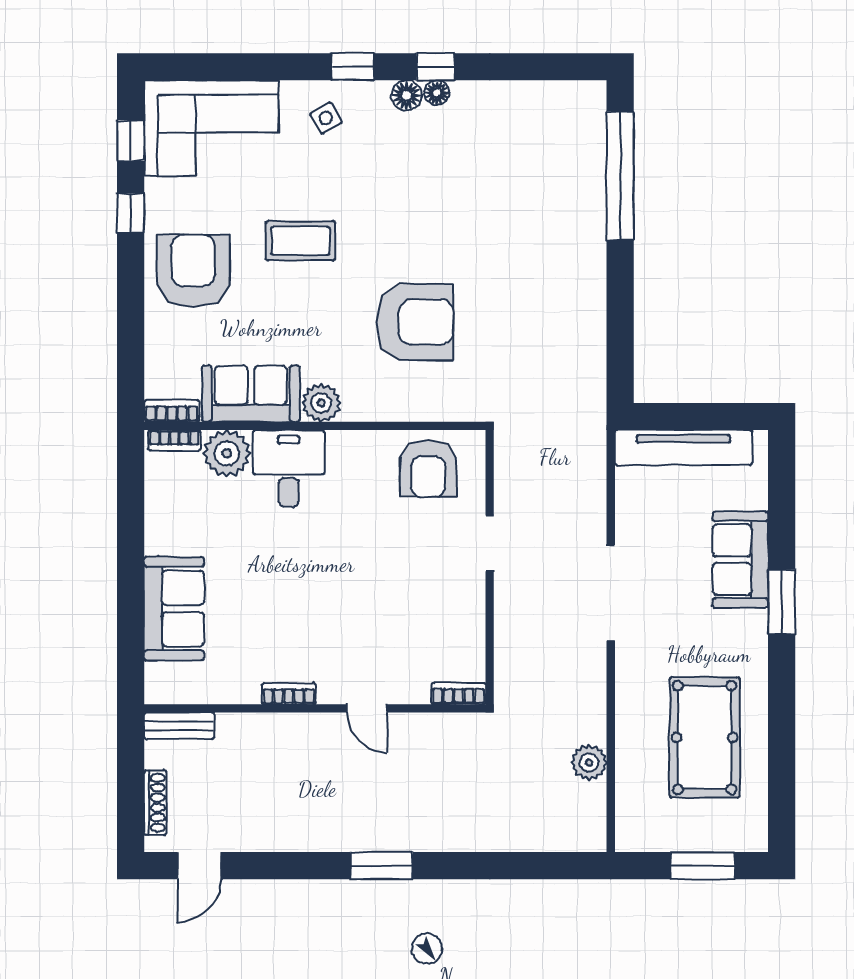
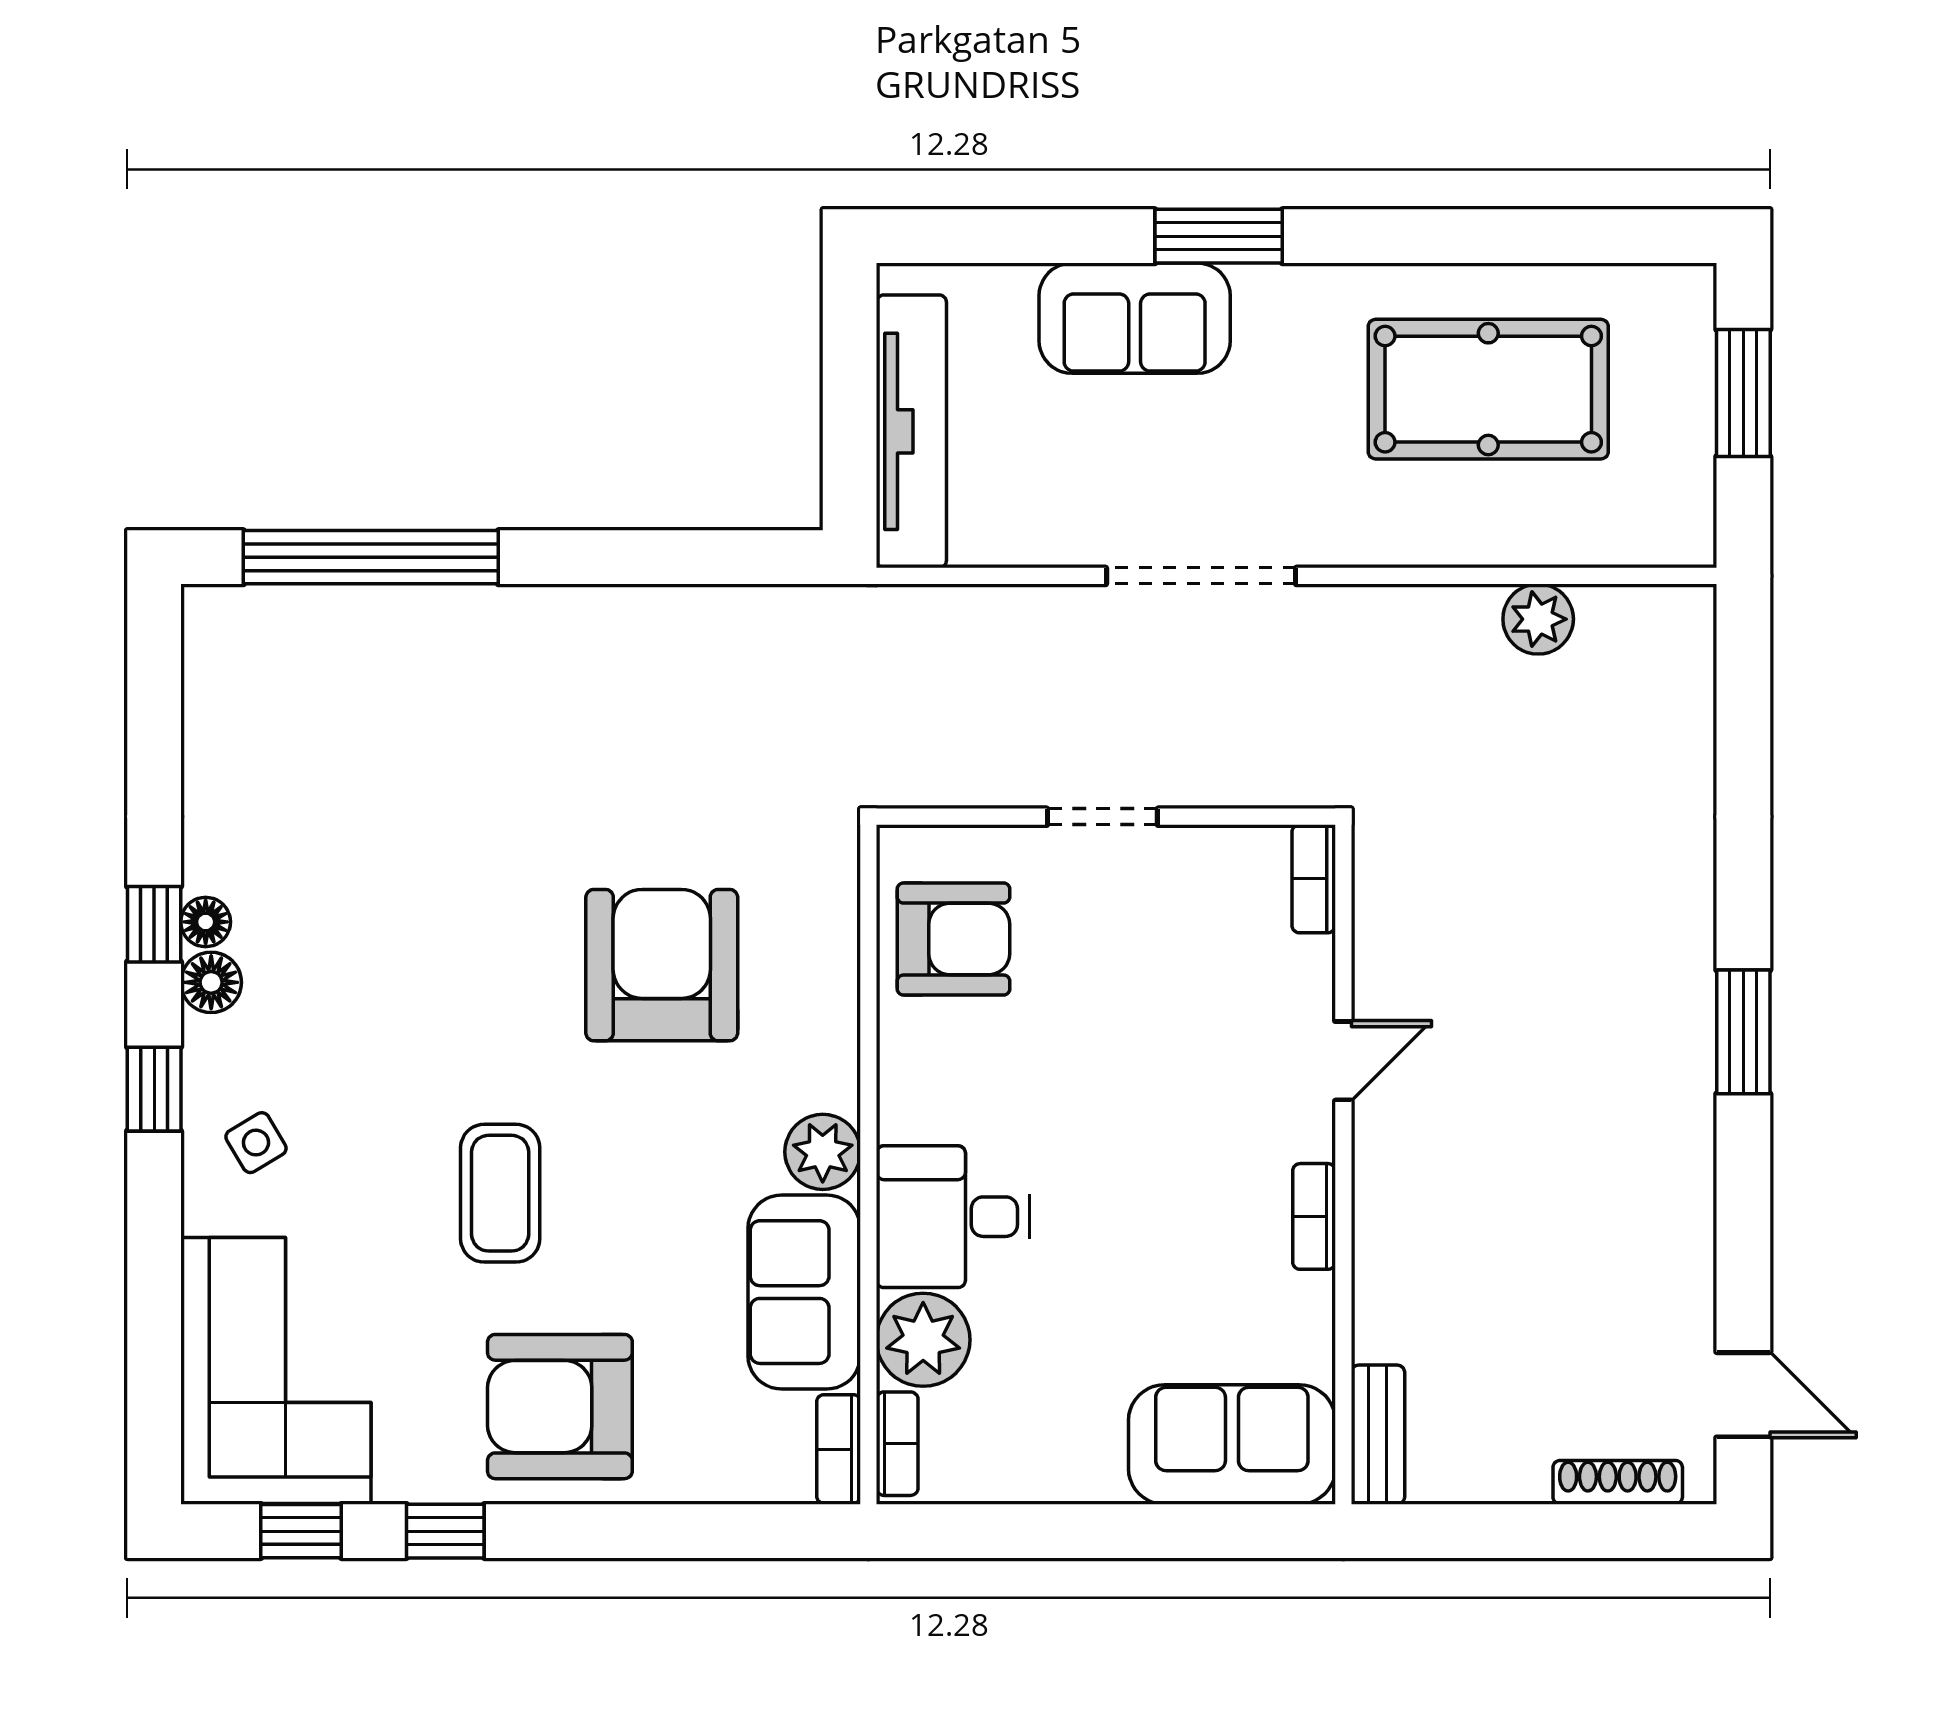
bookcase: (458, 693) -> (1314, 879), moved
bookcase: (289, 694) -> (1314, 1216), moved
wall: (315, 708) -> (1343, 1165), moved
door: (367, 708) -> (1343, 1061), moved
bench: (179, 726) -> (1378, 1435), moved

